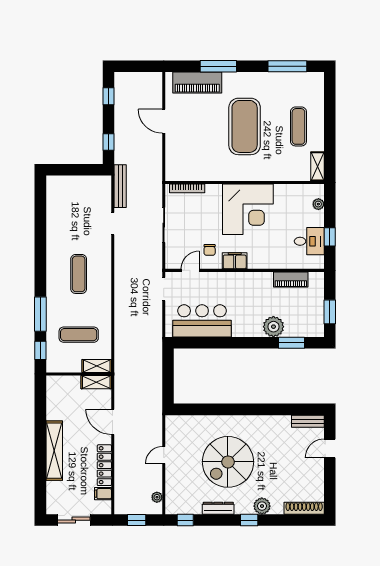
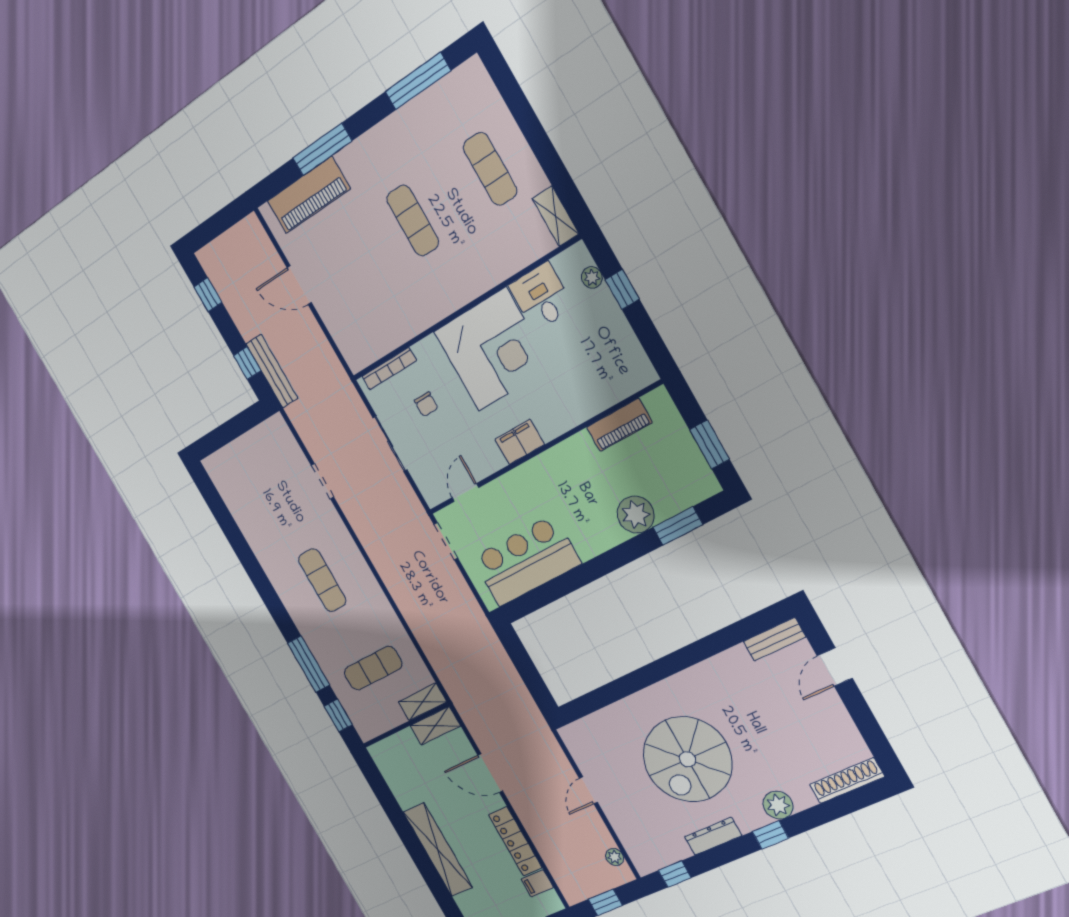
exercise mat: (245, 126) -> (413, 221), width x0.50, depth x0.69
bench: (120, 186) -> (272, 371), moved
window: (330, 237) -> (622, 289), moved
desk: (309, 241) -> (541, 297), moved, turned -90
chair: (210, 250) -> (426, 404), moved

